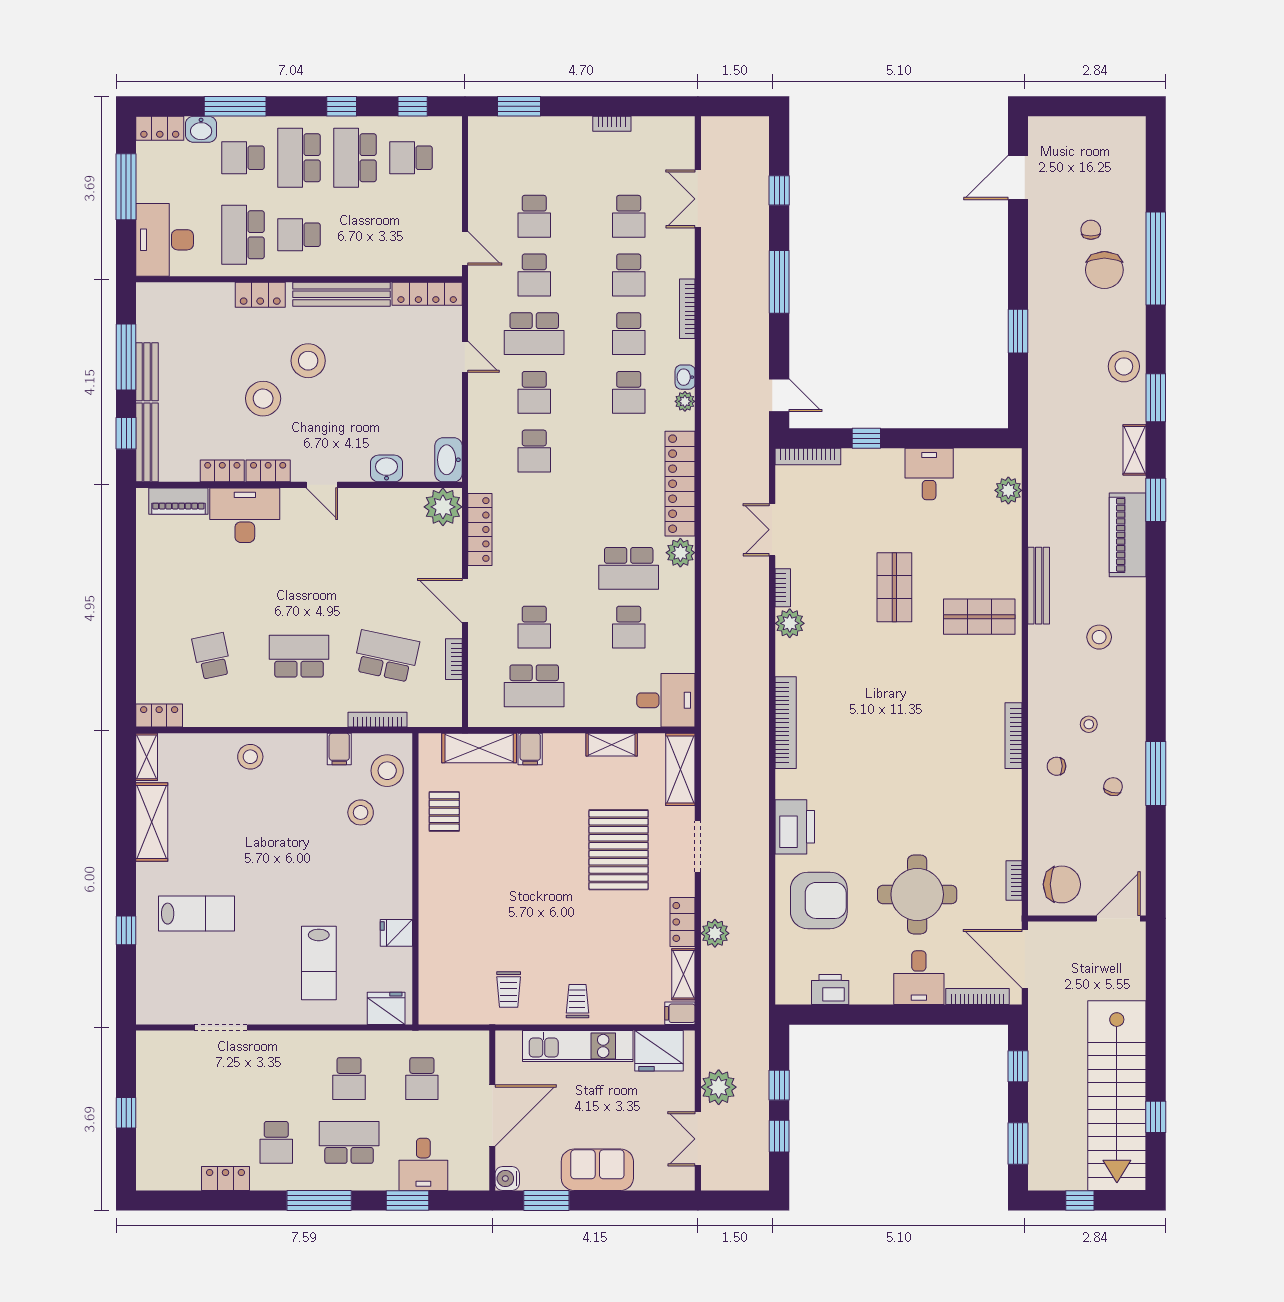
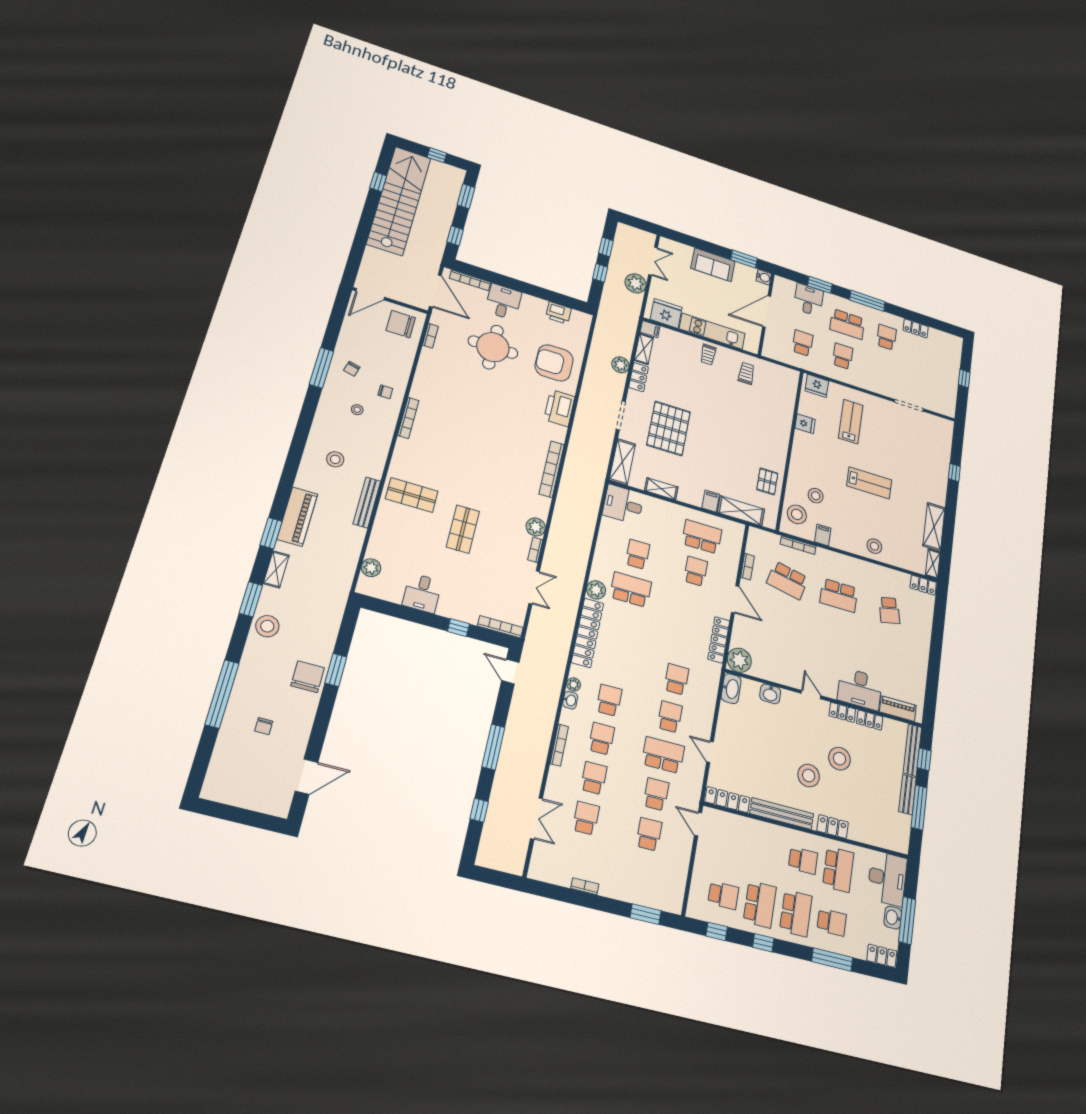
washbasin: (201, 129) -> (893, 918), moved, turned -90
chair: (1104, 270) -> (308, 677), moved
lab bench: (196, 914) -> (869, 483), moved, turned 180

